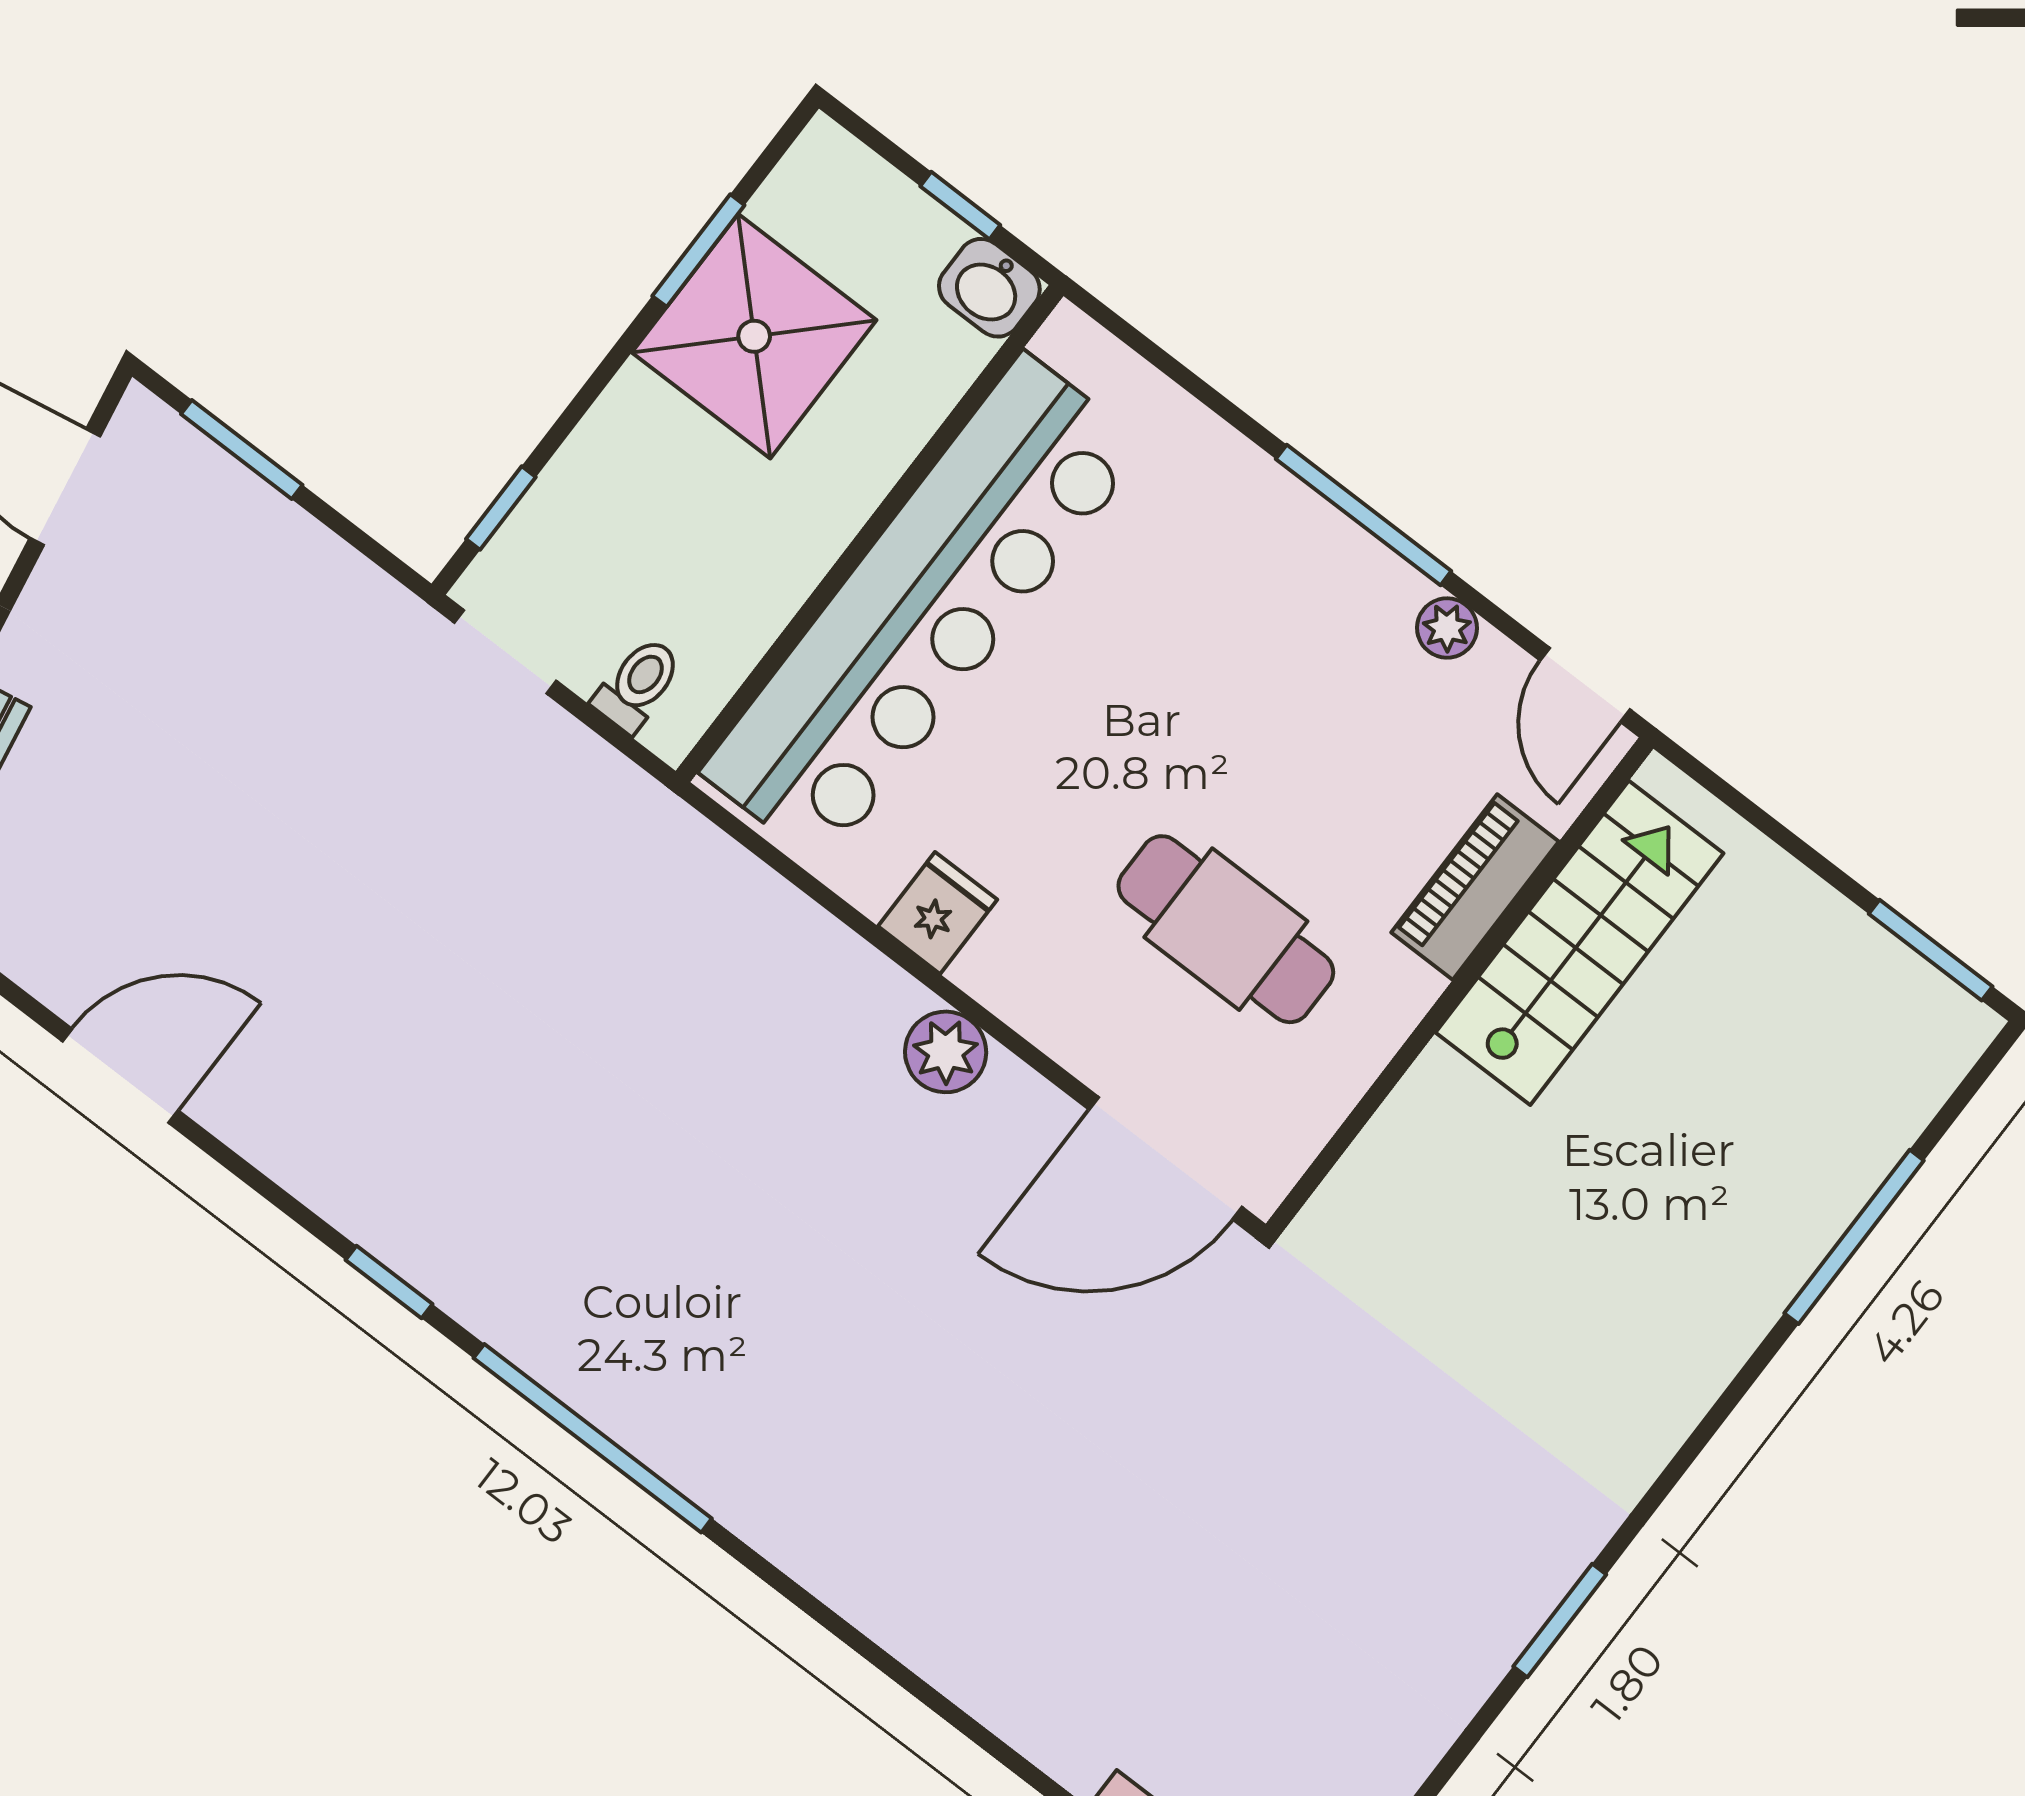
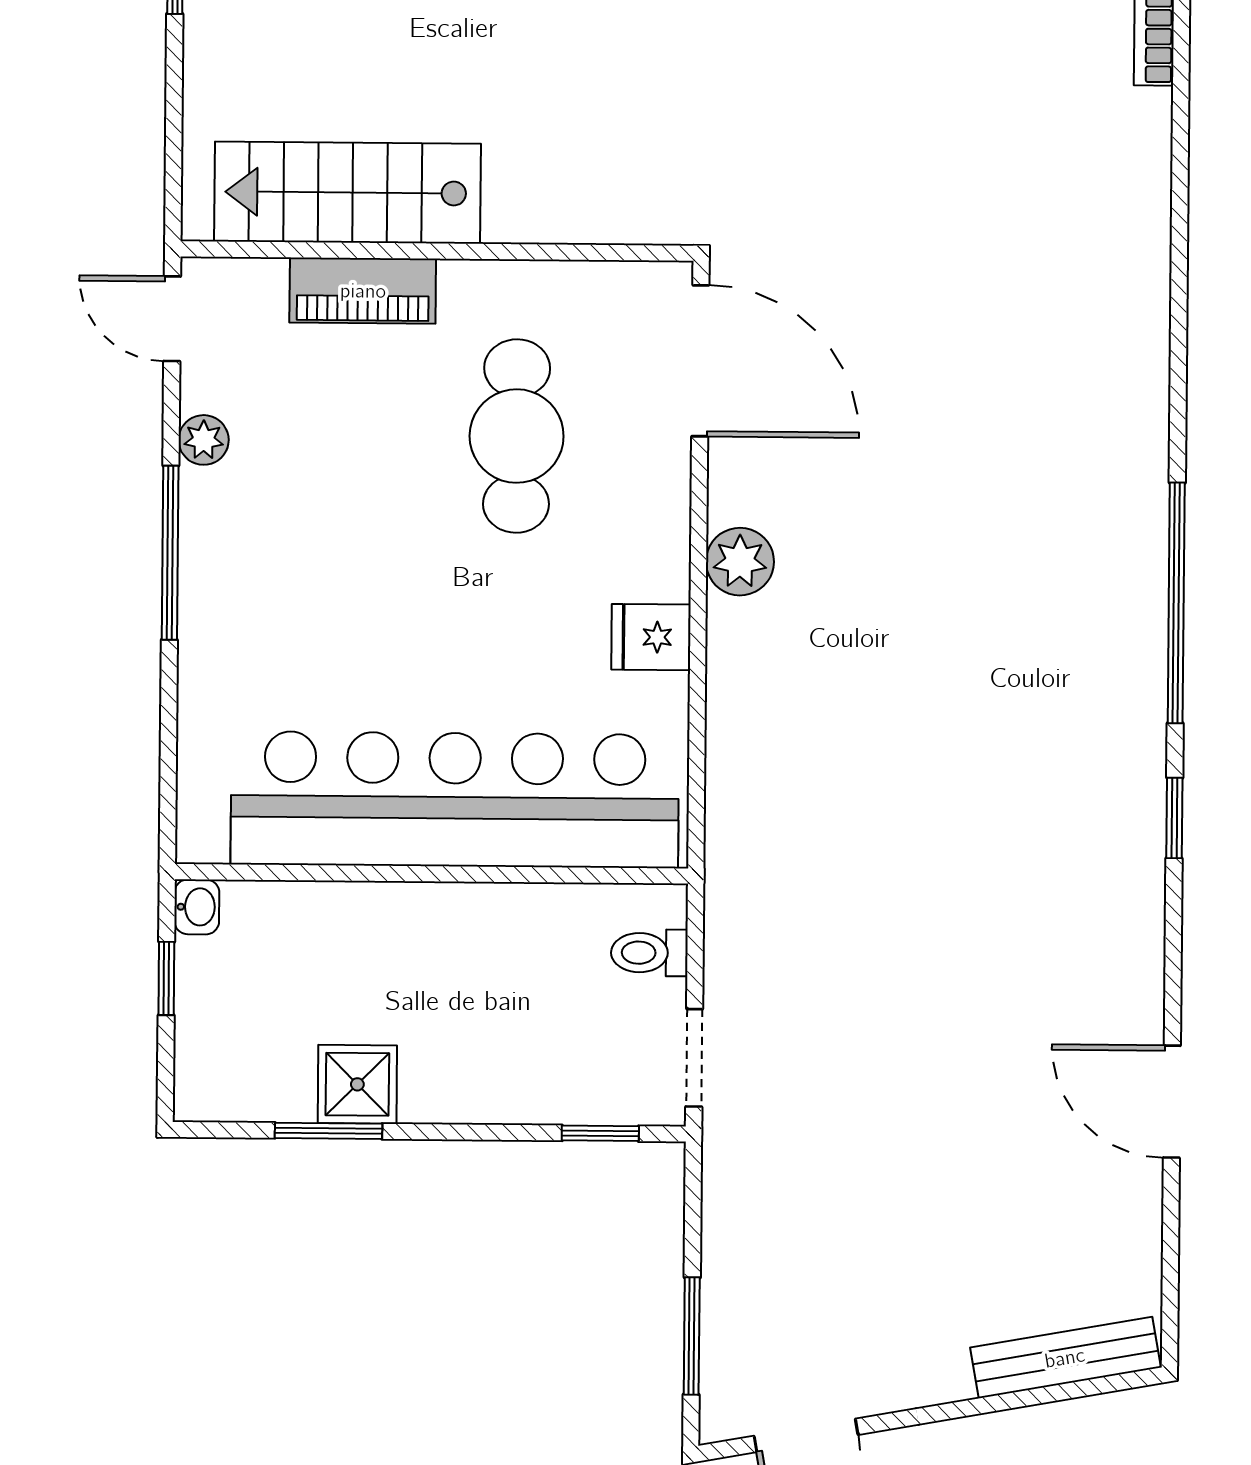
washbasin: (989, 288) -> (197, 907), width x0.72, depth x0.69
shower: (754, 336) -> (357, 1084), width x0.54, depth x0.54
door: (1585, 685) -> (172, 319), swing flipped

